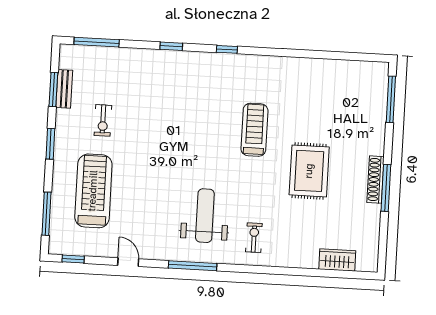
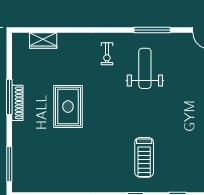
treadmill: (254, 130) -> (144, 157), moved
weight bench: (205, 216) -> (145, 68), turned 180

